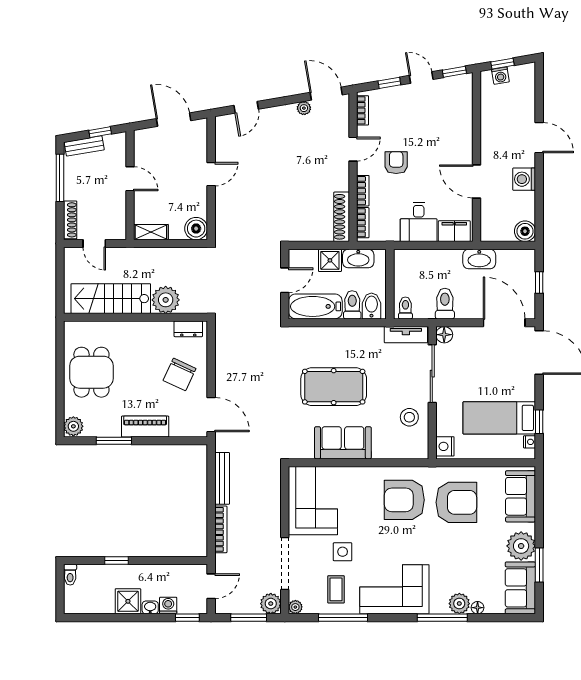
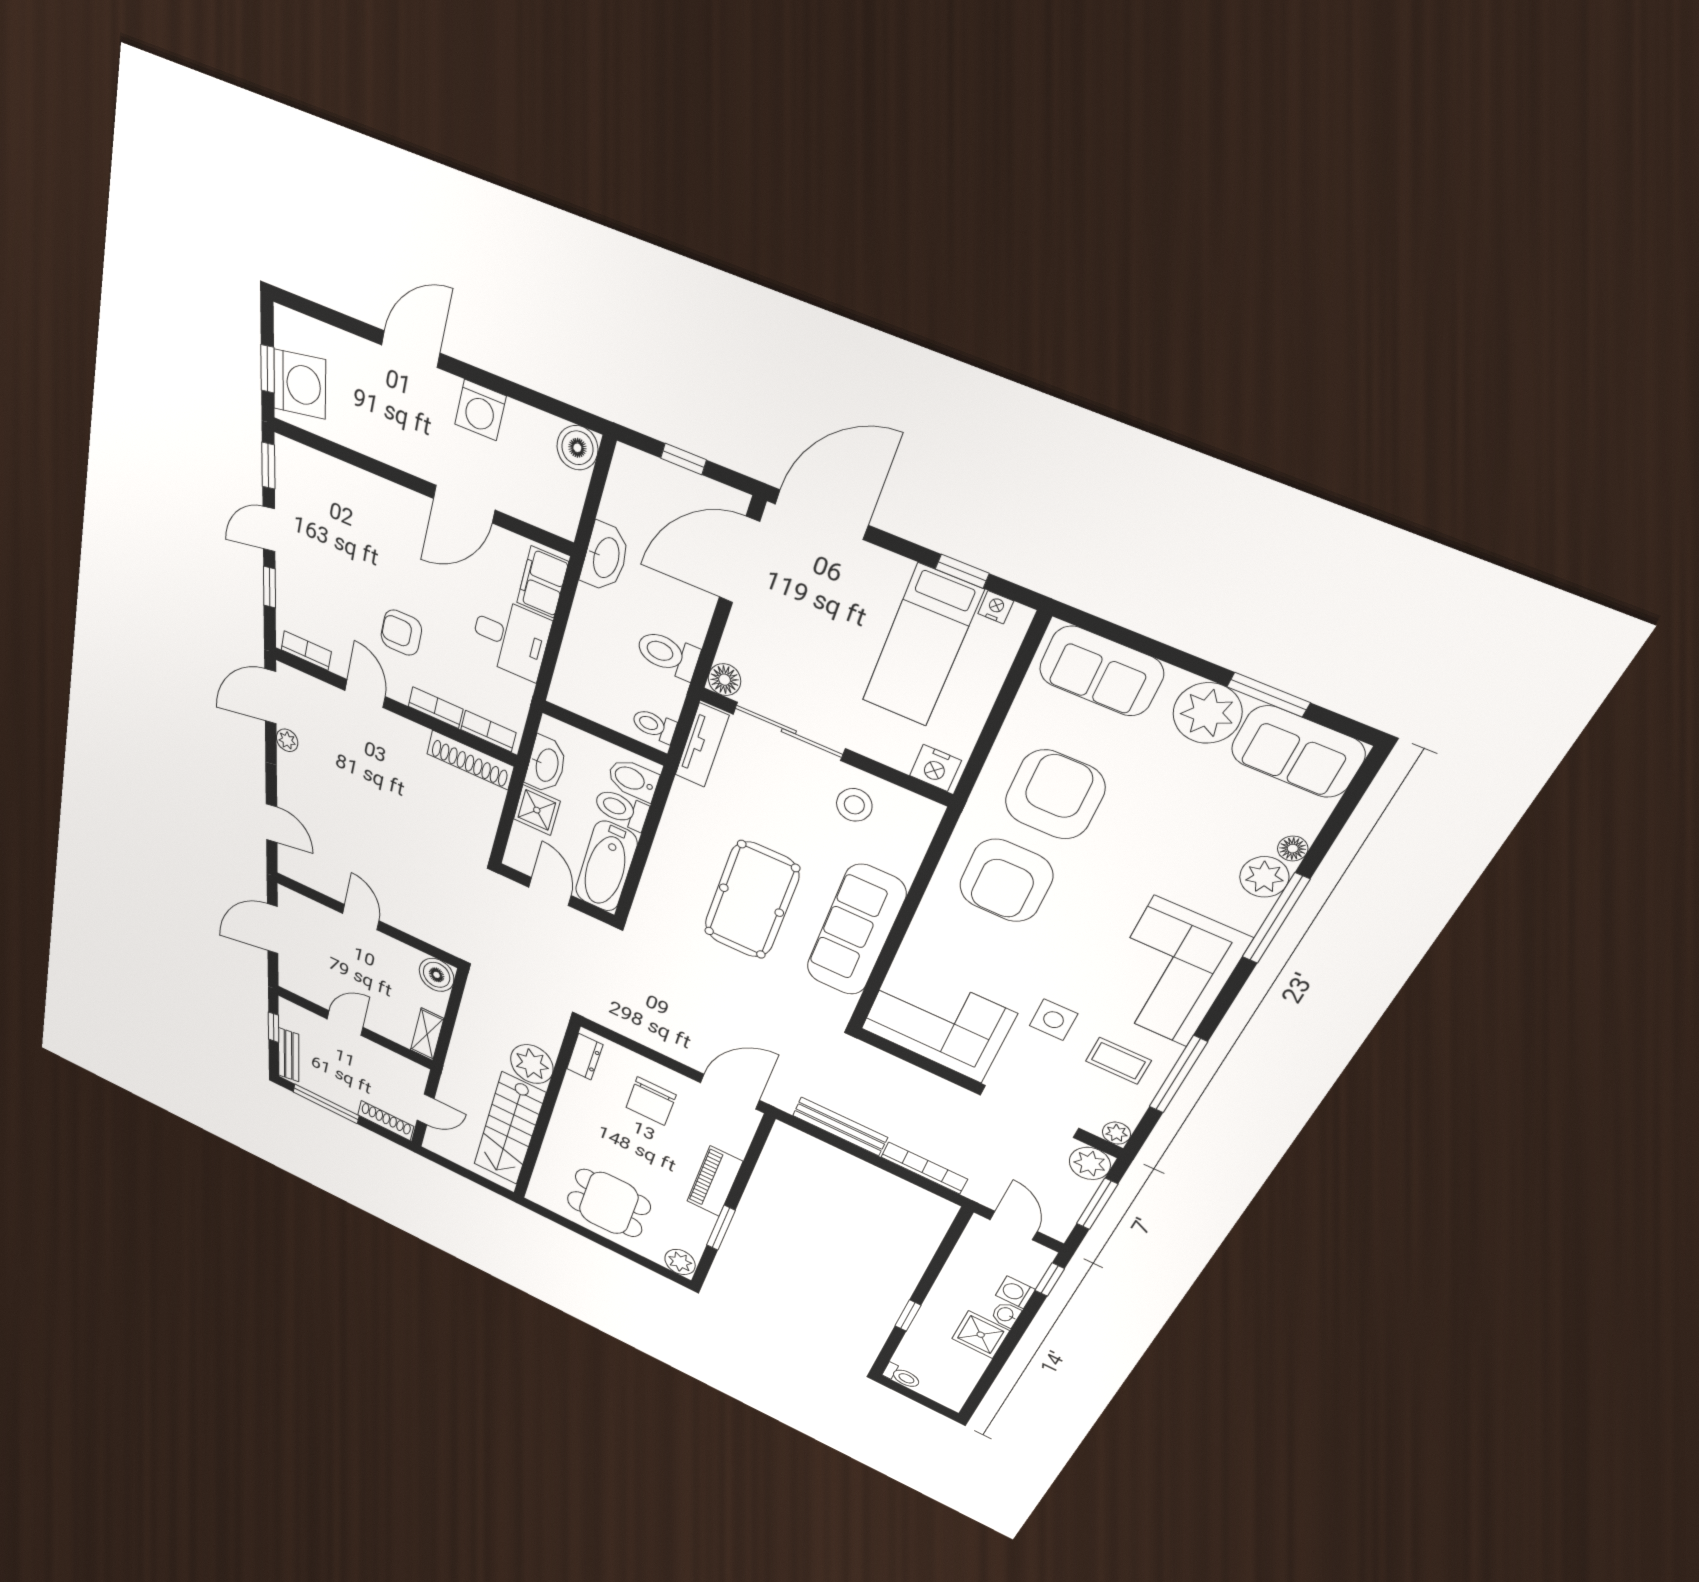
washing machine: (500, 76) -> (300, 384), width x1.89, depth x1.89
chair: (180, 374) -> (651, 1101), turned 65
sofa: (343, 443) -> (856, 930), width x1.36

